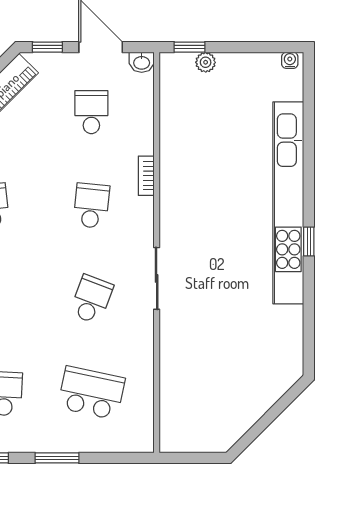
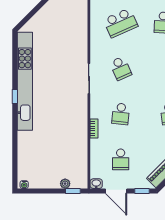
kitchen unit: (288, 203) -> (25, 81), moved
school desk: (91, 299) -> (121, 68), turned -45
school desk: (91, 393) -> (121, 23), turned -36

